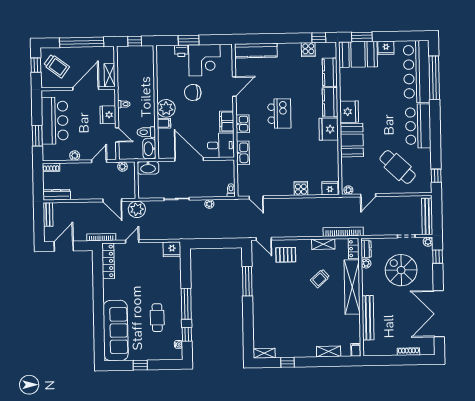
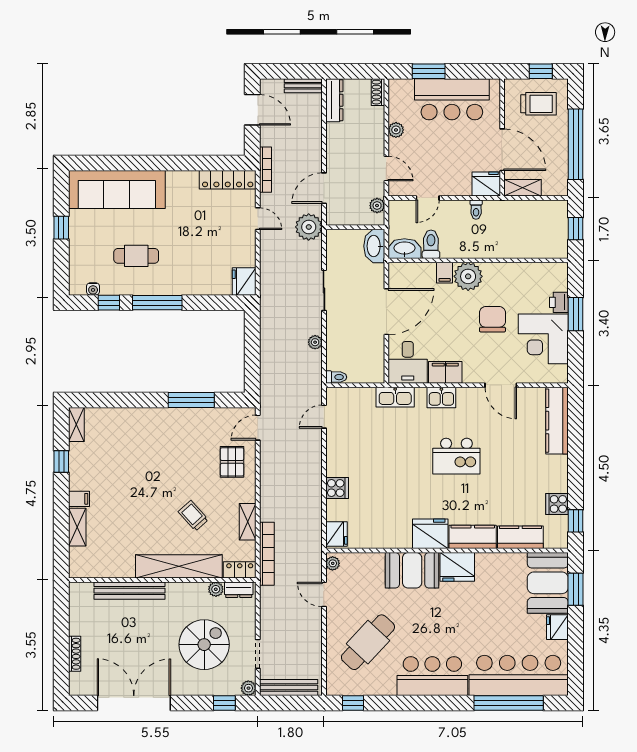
trolley: (57, 66) -> (539, 104), turned -127
fridge: (108, 115) -> (486, 184), moved
filing cabinet: (356, 350) -> (79, 499), moved

